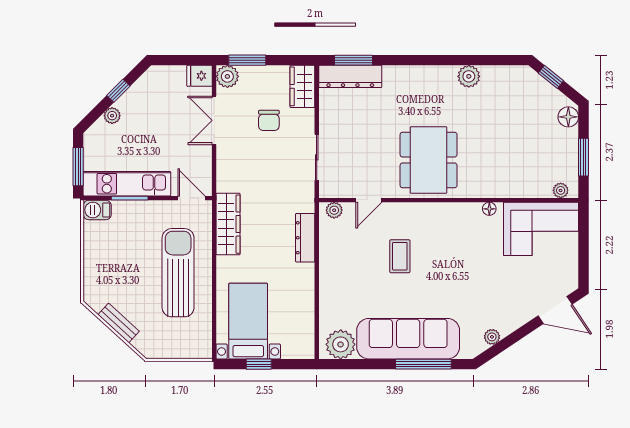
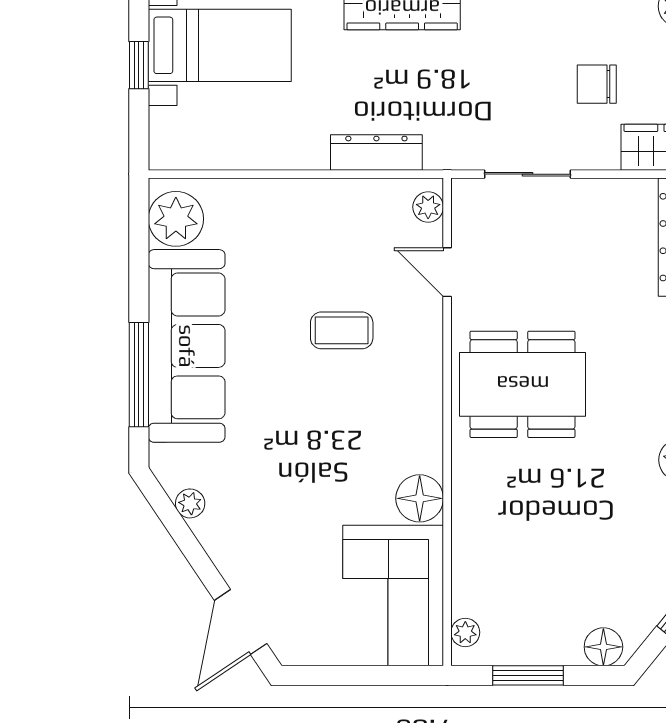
floor lamp: (489, 209) -> (420, 498), width x1.89, depth x1.89

